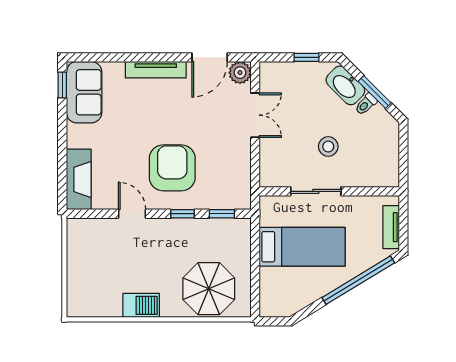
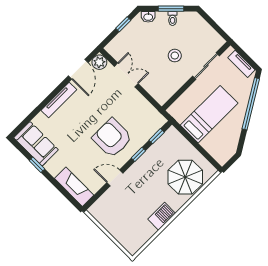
window: (62, 85) -> (37, 165), moved
washbasin: (345, 85) -> (148, 17), width x0.52, depth x0.69
sliding door: (316, 191) -> (206, 66), moved

